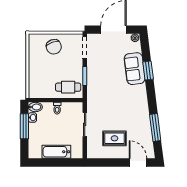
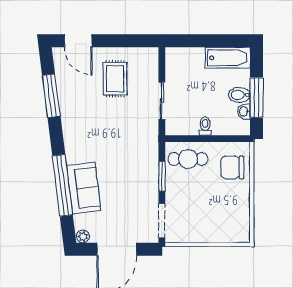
chair: (54, 47) -> (232, 167), moved, turned -70
window: (148, 70) -> (62, 185), width x2.11
bidet: (35, 107) -> (239, 95), moved
rug: (115, 138) -> (115, 79), turned 90
bathtub: (56, 152) -> (228, 58), moved

